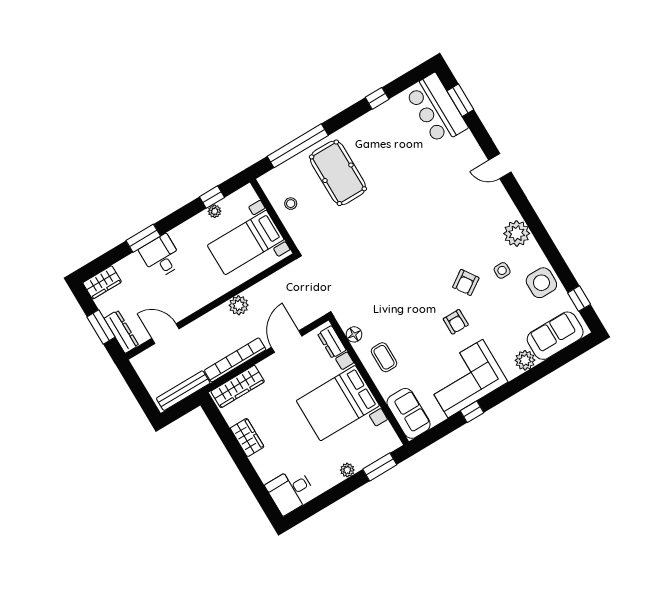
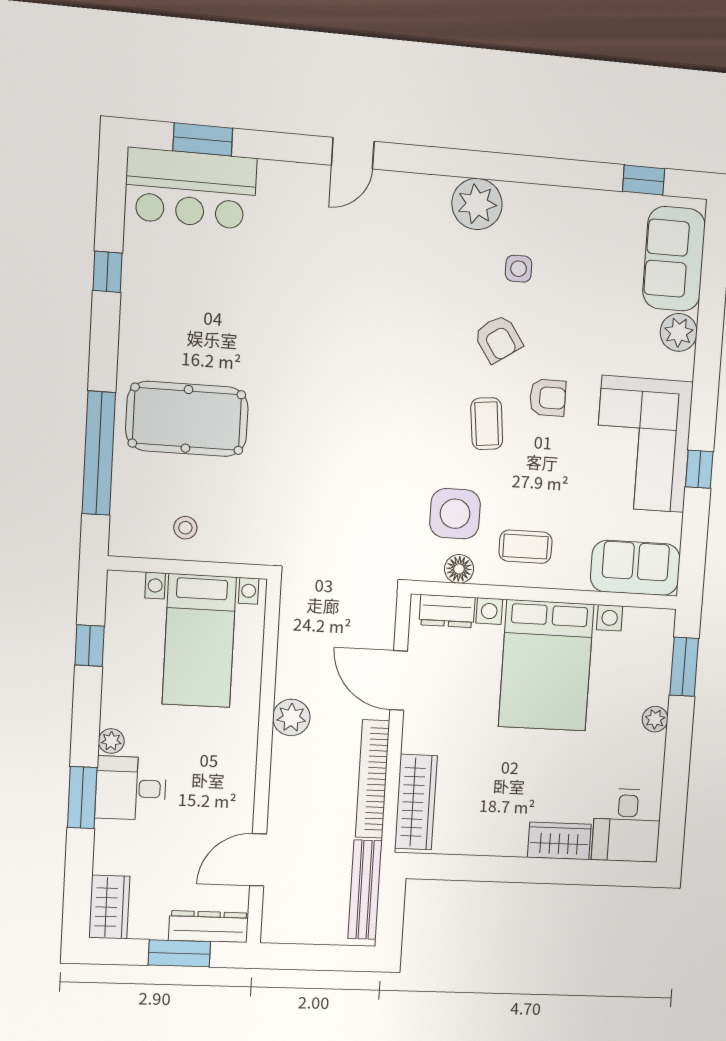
plant: (215, 211) -> (111, 741), moved
side table: (541, 283) -> (455, 514), moved
coffee table: (426, 303) -> (487, 424), added
wardrobe: (247, 437) -> (559, 841), moved

